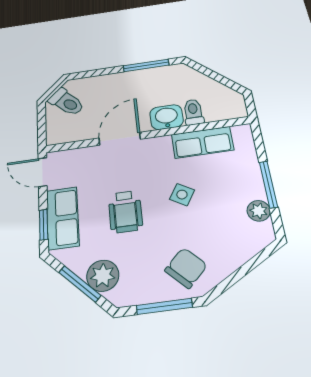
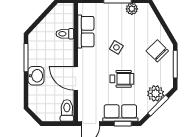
toilet: (67, 102) -> (67, 111), moved, turned -45
washbasin: (167, 117) -> (36, 76), moved, turned 180

